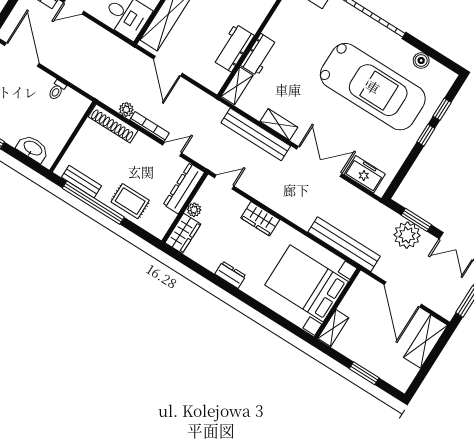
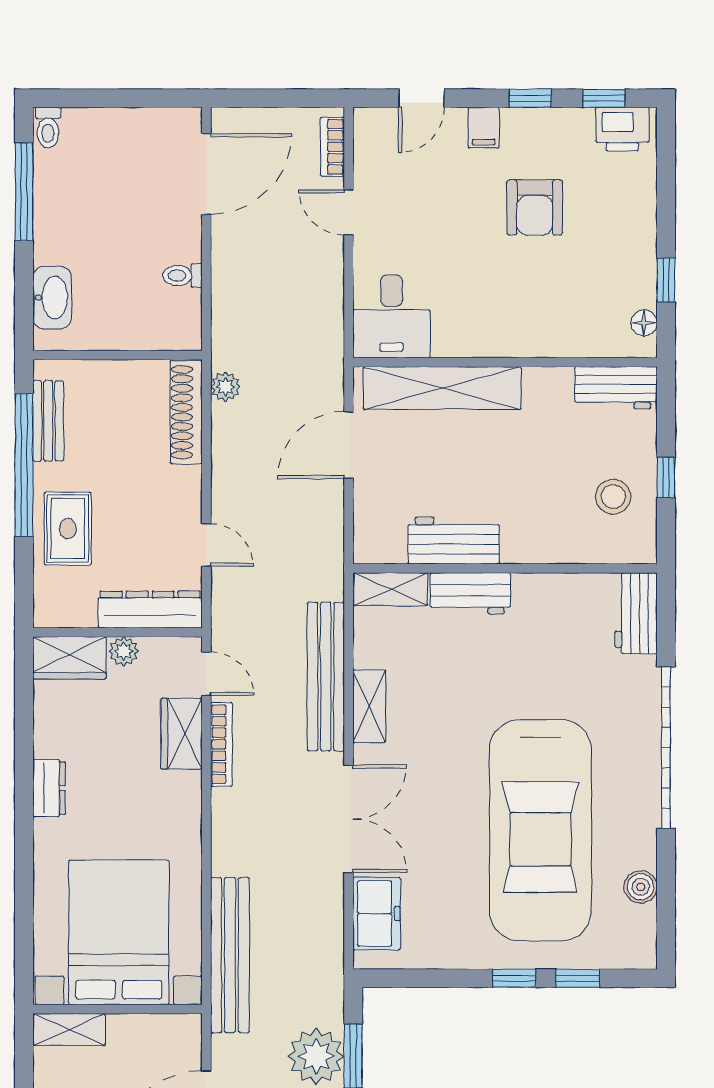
plant: (126, 110) -> (225, 387), moved
bookcase: (149, 126) -> (221, 744), moved
wardrobe: (260, 219) -> (182, 734), moved

